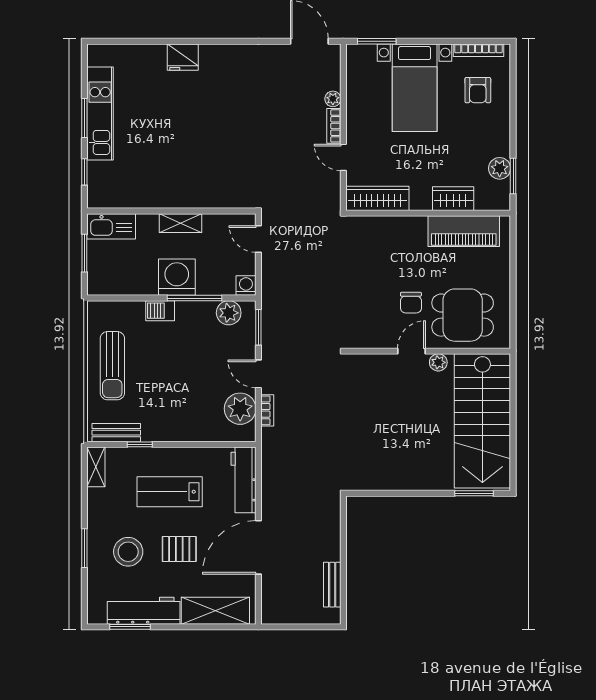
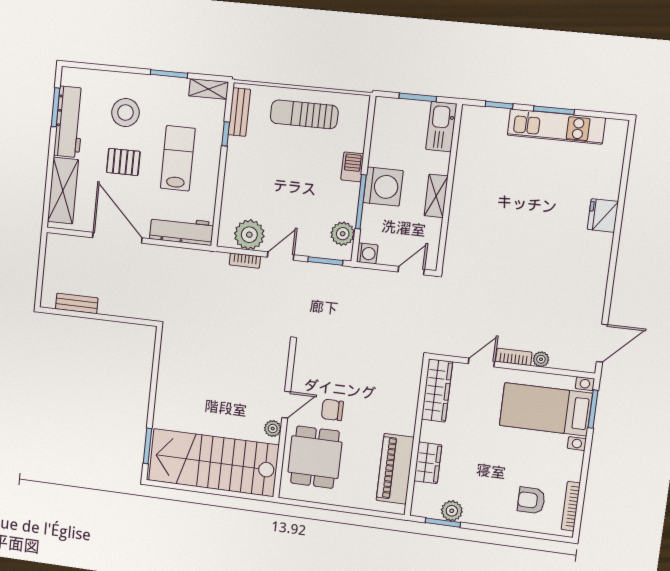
bed with nightstands: (415, 88) -> (546, 409), moved
door: (411, 351) -> (286, 405), hinge flipped
window: (84, 548) -> (169, 74), moved
pallet: (179, 549) -> (123, 162), turned 90

